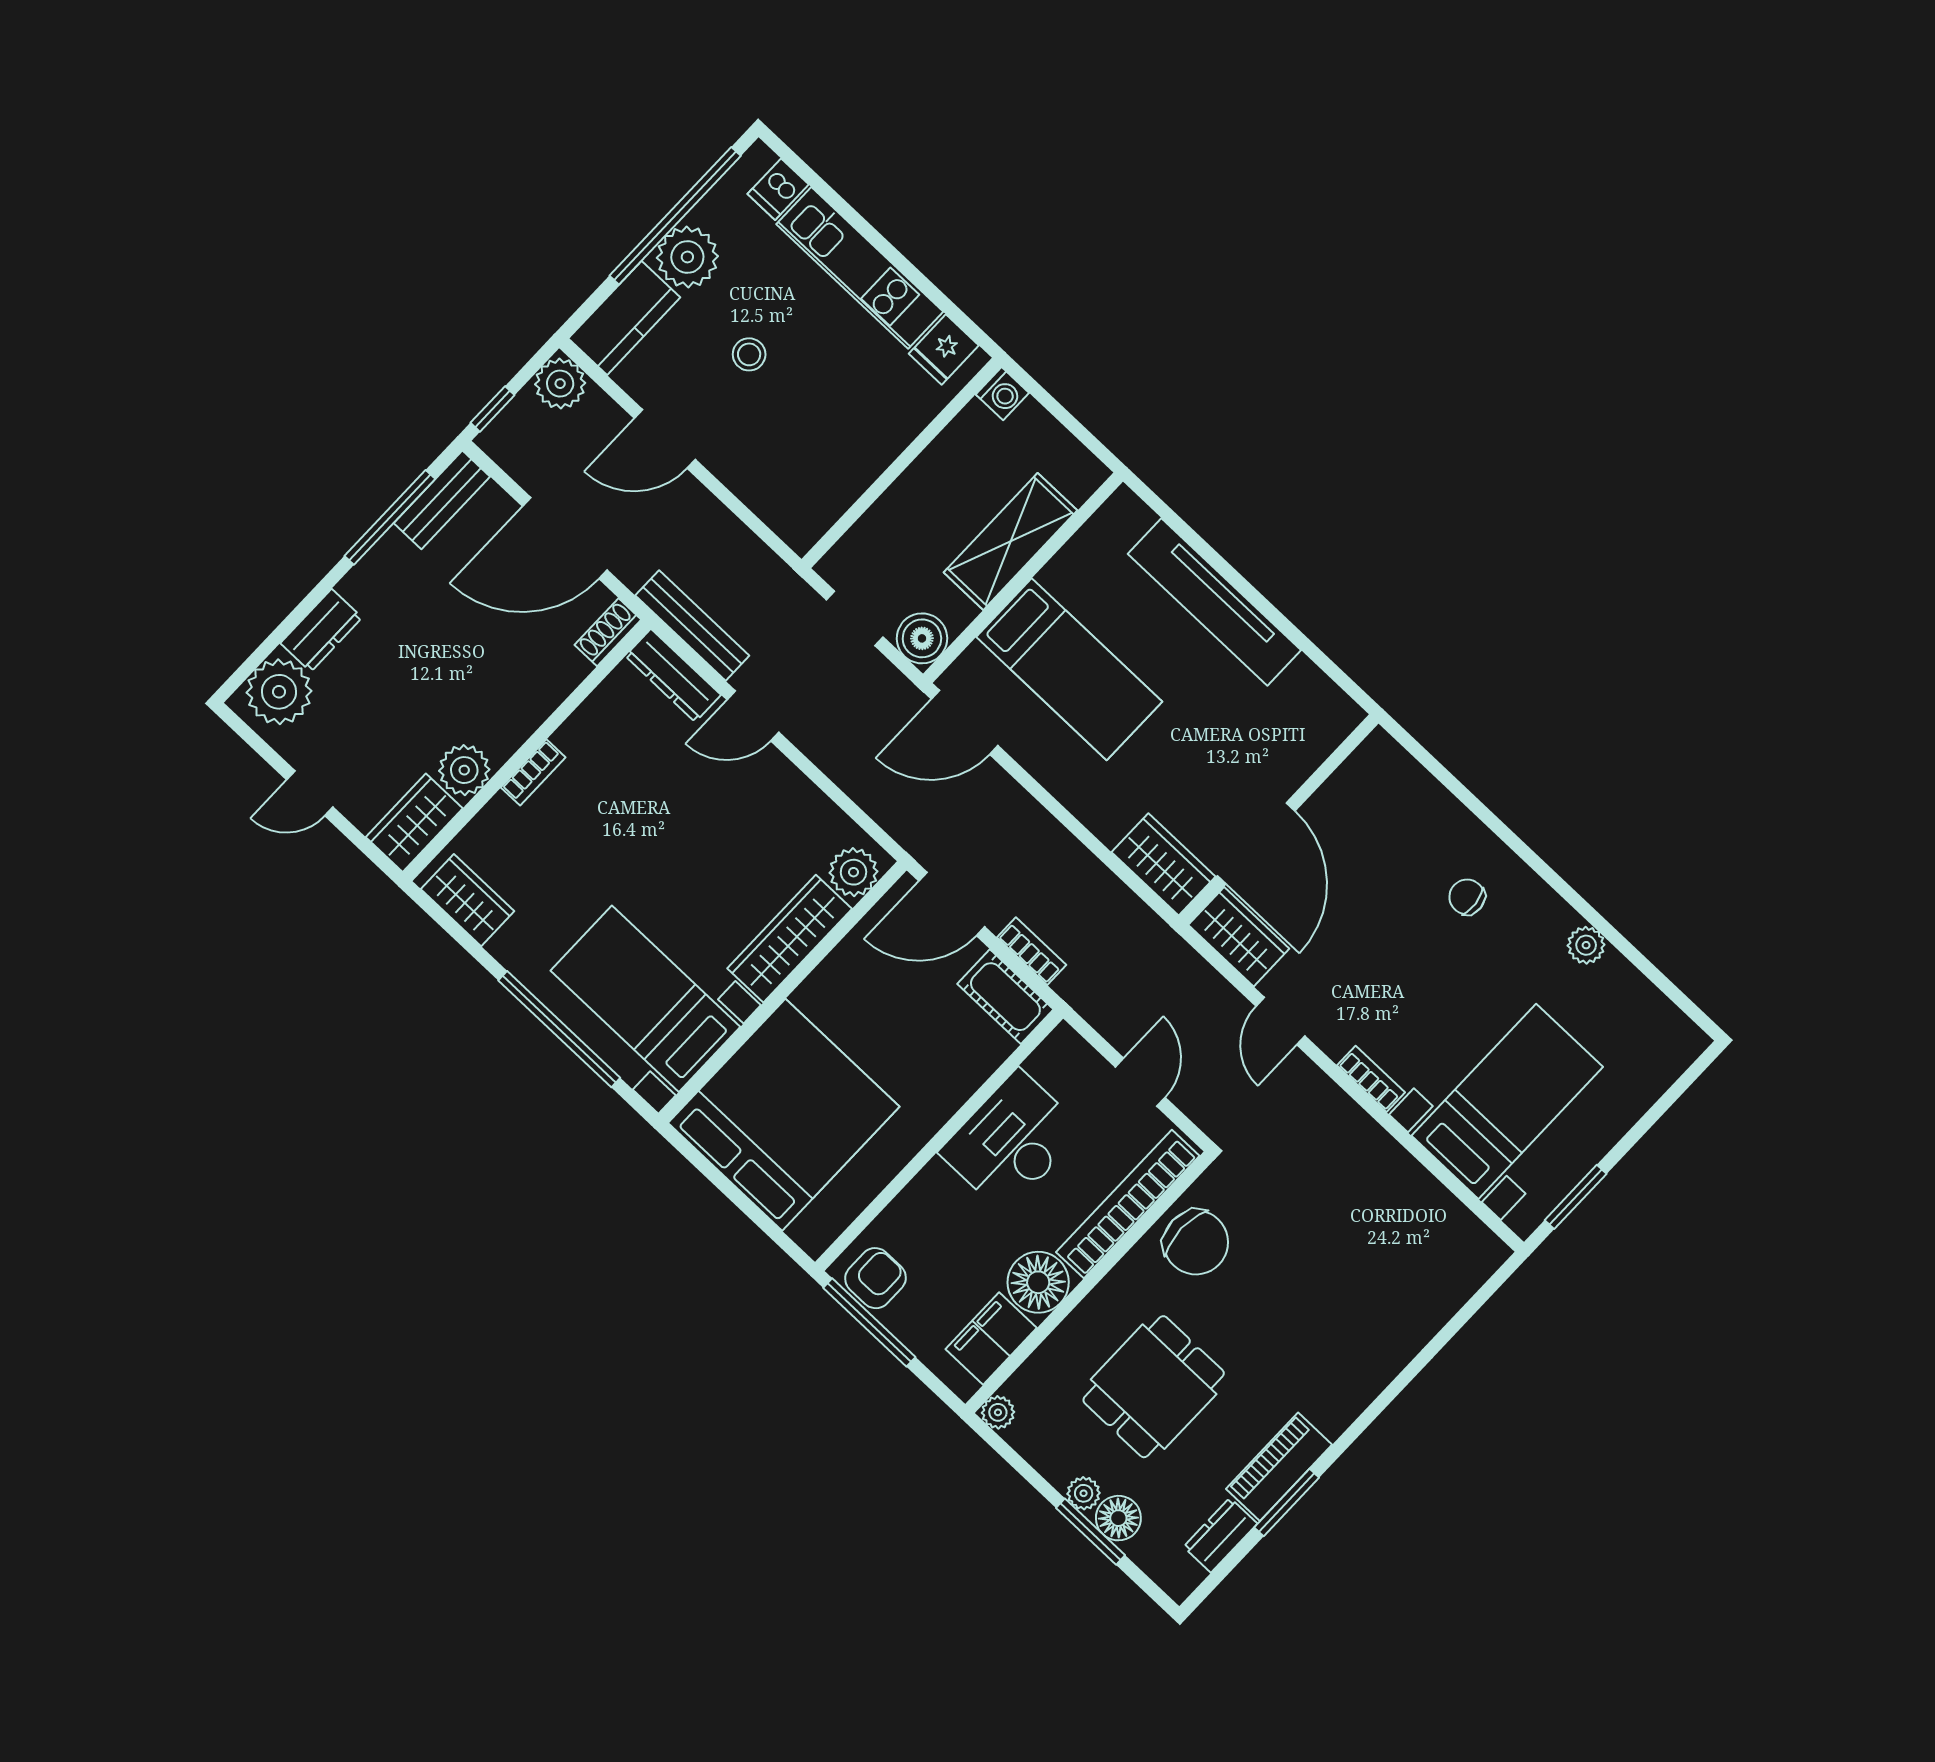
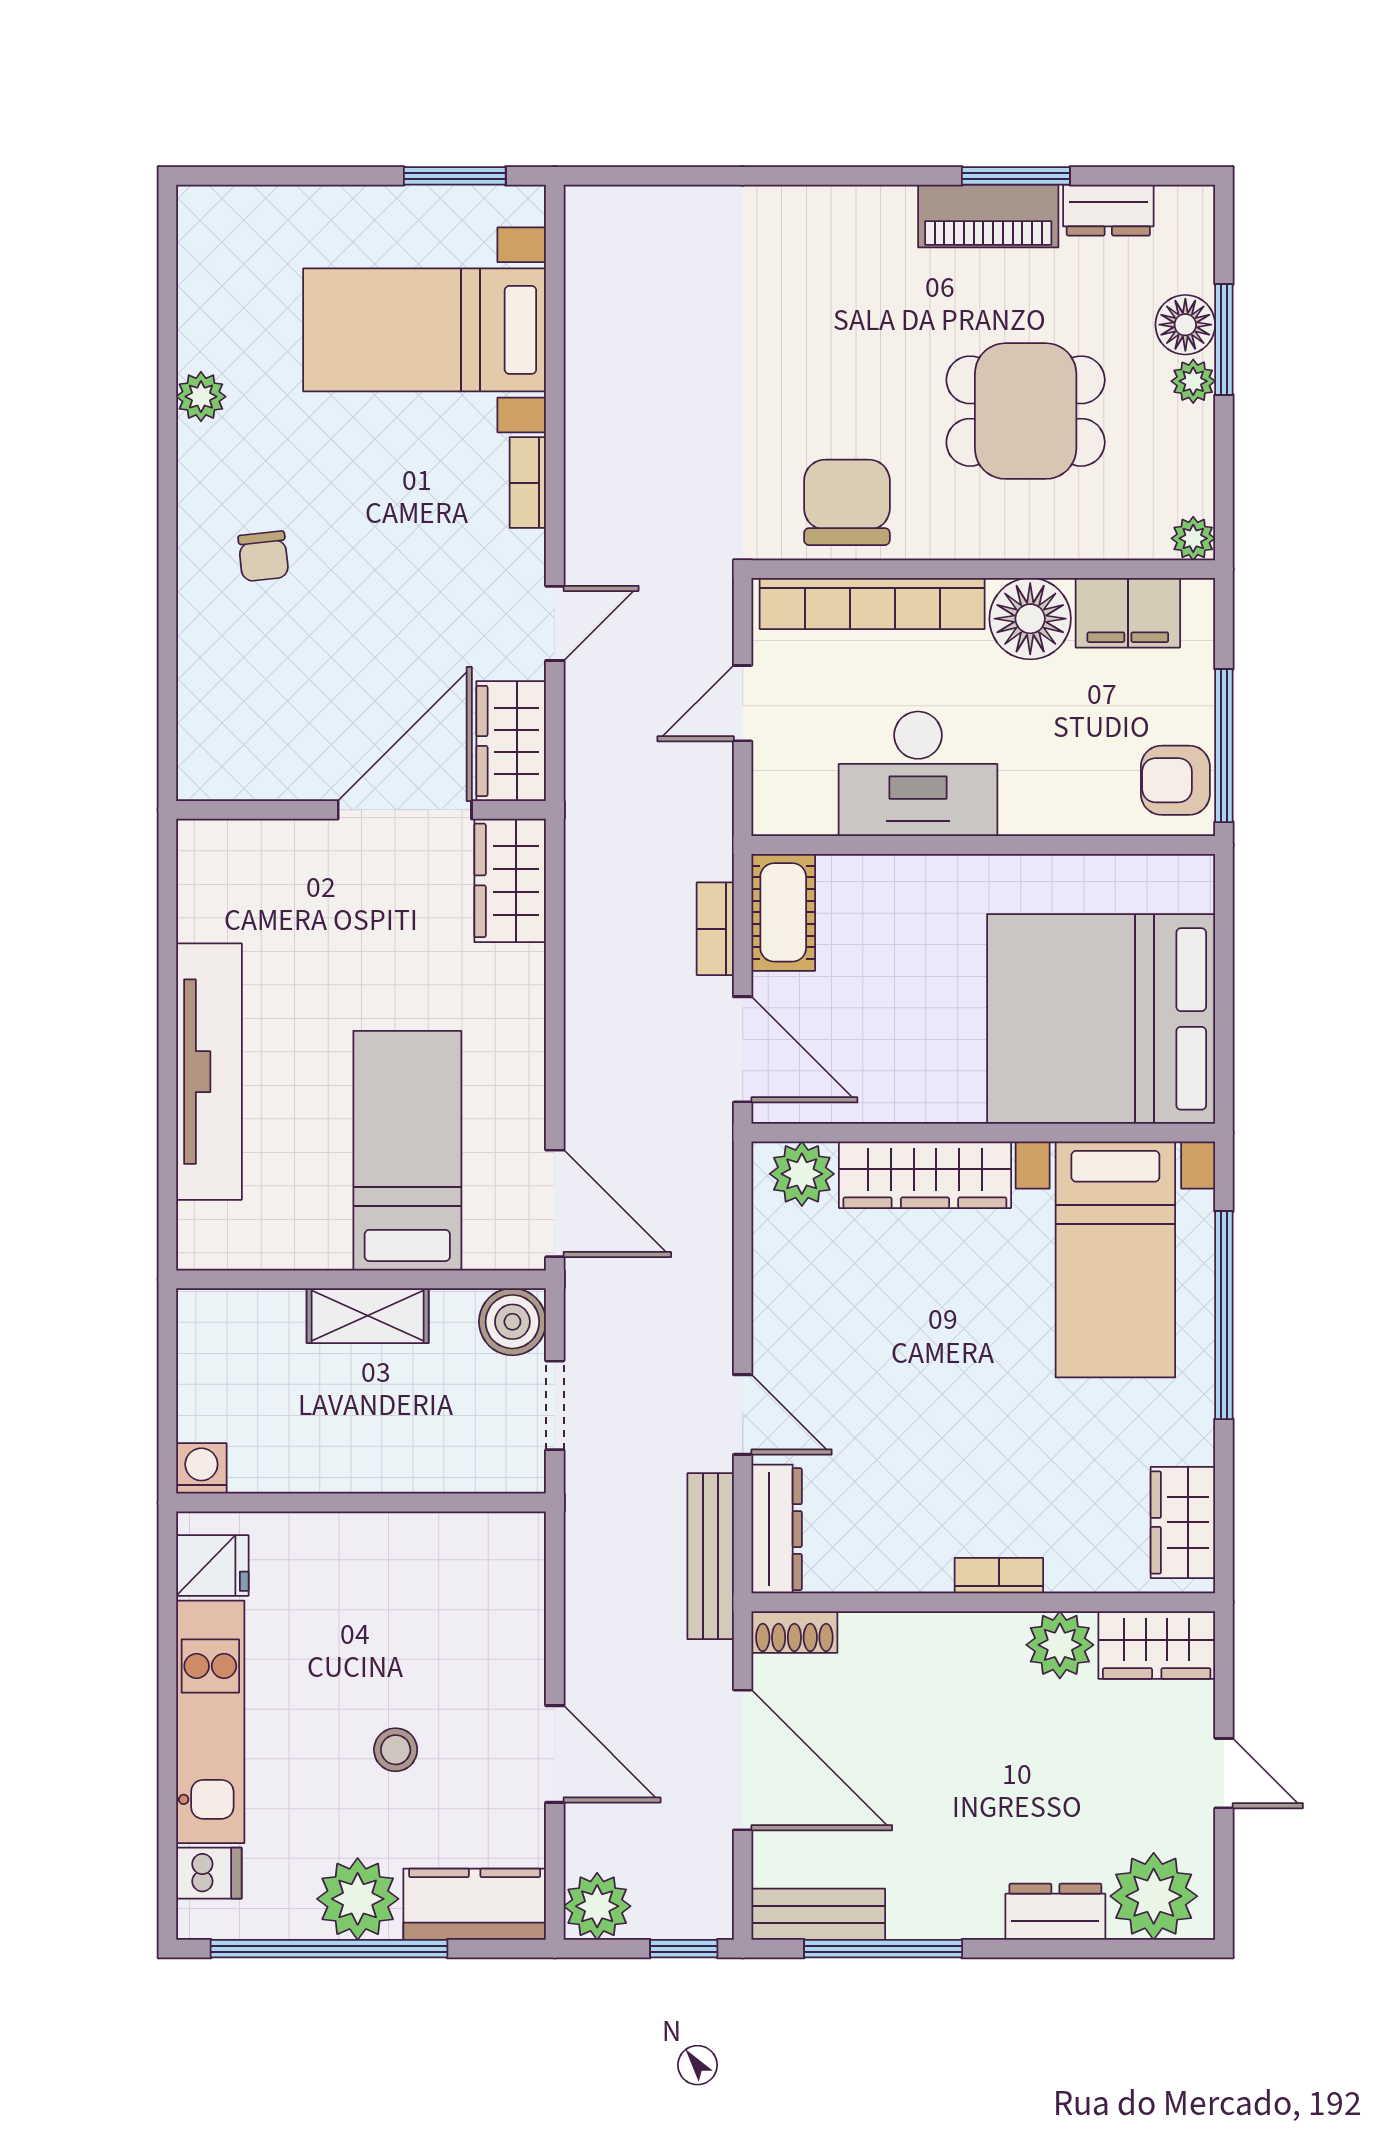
shelving: (1011, 541) -> (368, 1316), width x0.67, depth x0.75

